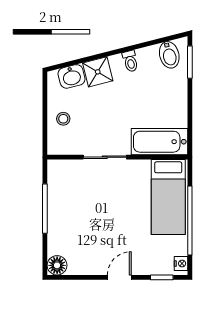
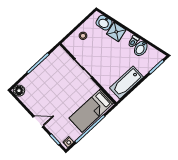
bidet: (169, 55) -> (141, 48), moved
bathtub: (160, 142) -> (127, 83), moved, turned -90

